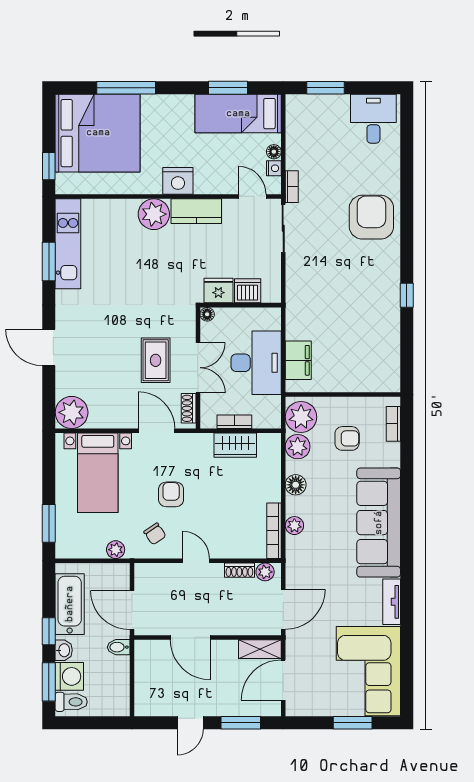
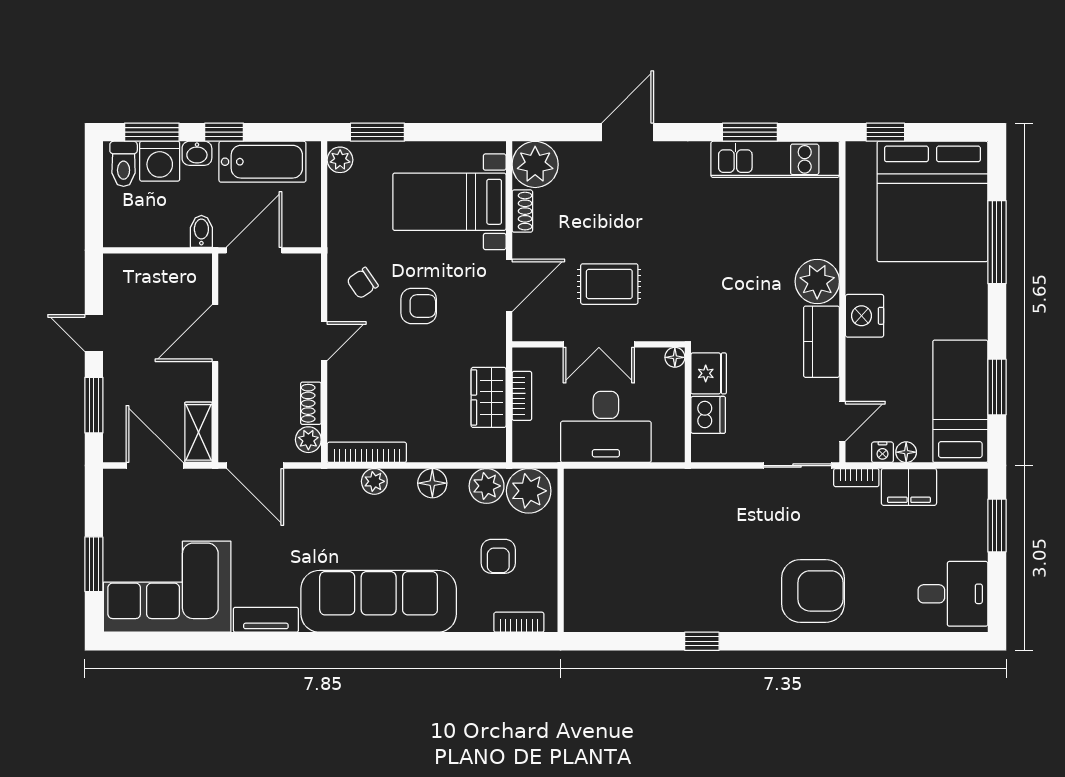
filing cabinet: (298, 360) -> (909, 487), moved
shoe rack: (189, 408) -> (522, 211), moved, turned 90
plant: (116, 550) -> (340, 160), moved

